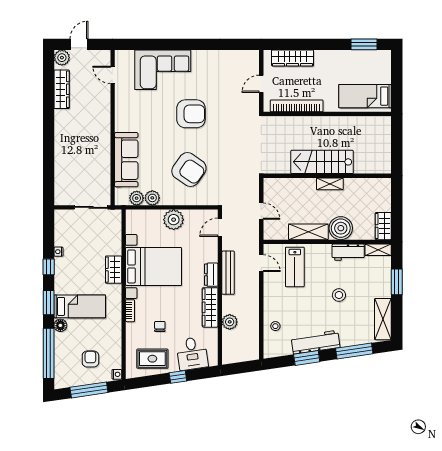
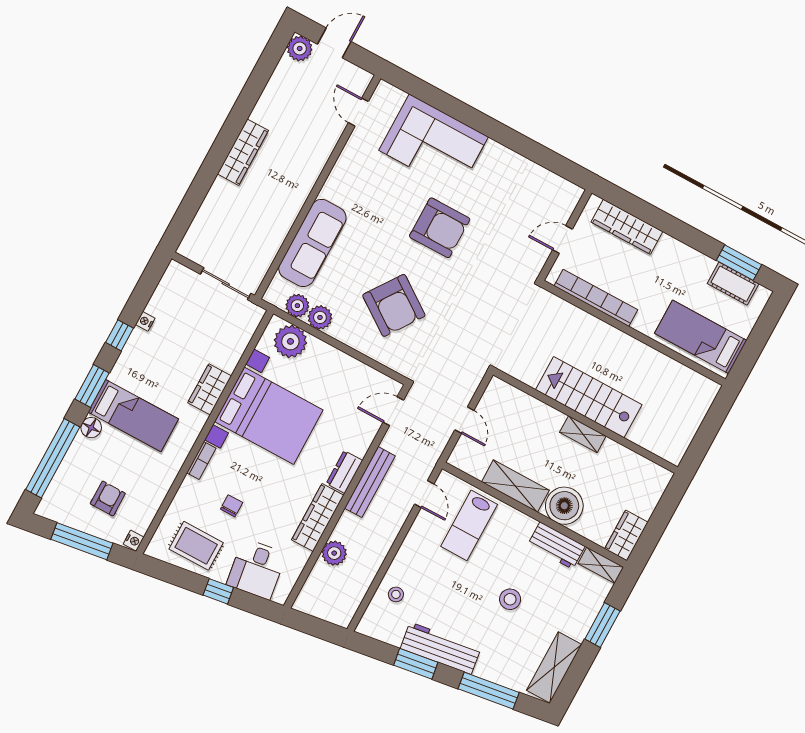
cot: (367, 58) -> (733, 284), added
wardrobe: (62, 89) -> (243, 152), moved
plant: (174, 220) -> (290, 341), moved

